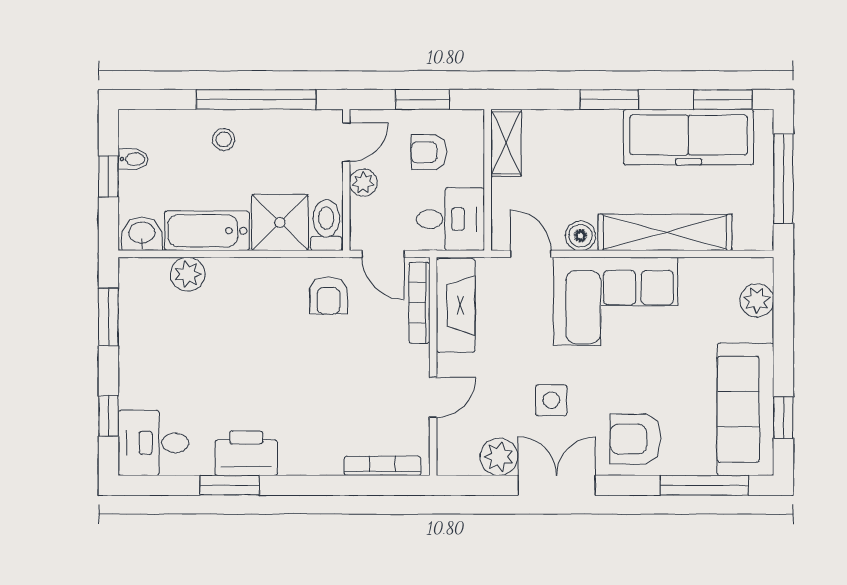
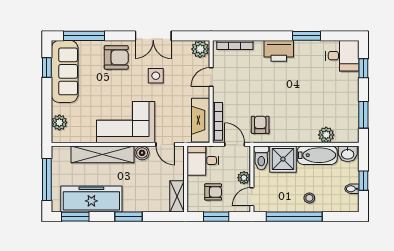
printer: (246, 453) -> (279, 51), moved
plant: (499, 457) -> (200, 49), moved

